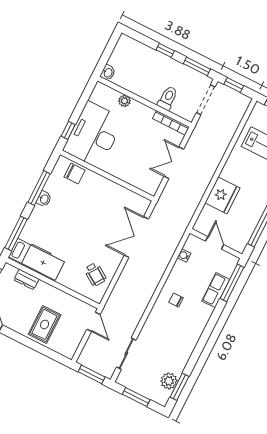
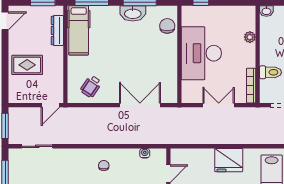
desk: (94, 135) -> (201, 53), moved, turned -90
chair: (75, 174) -> (167, 26), turned 180
fridge: (223, 195) -> (229, 160), moved
washbasin: (44, 199) -> (133, 13), width x1.91, depth x1.45
dresser: (26, 279) -> (57, 30), width x1.44

